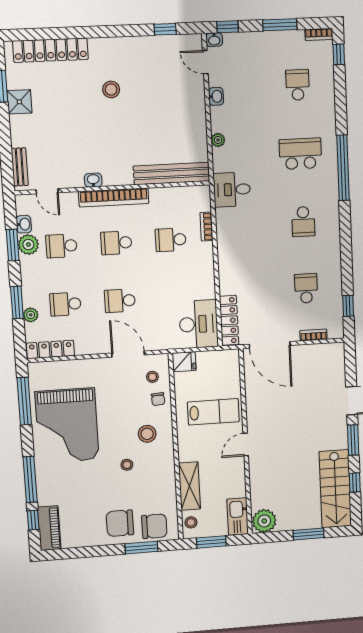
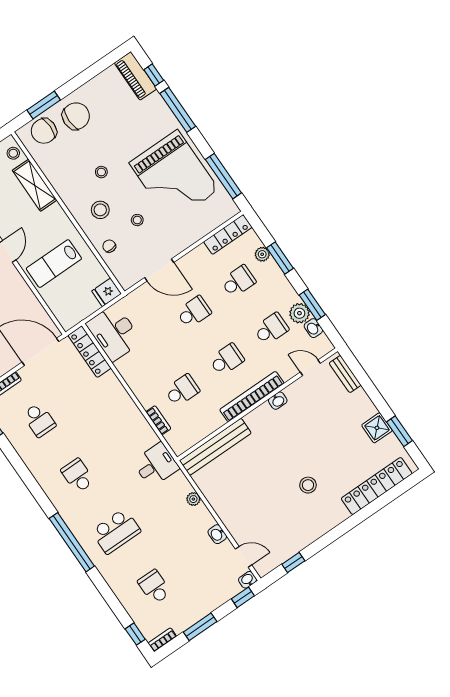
school desk: (298, 85) -> (154, 587), turned 180
stool: (152, 377) -> (137, 220), moved
grand piano: (67, 426) -> (174, 176), turned 180

